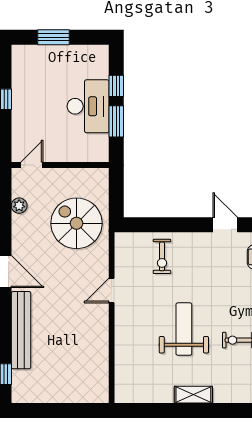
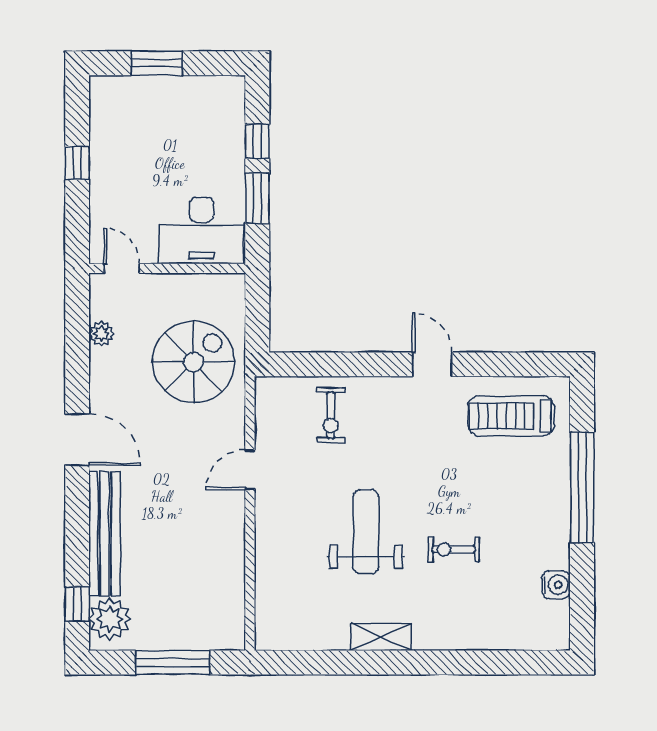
desk: (88, 106) -> (201, 231), moved, turned 90
door: (32, 165) -> (122, 268), hinge flipped
spiral stairs: (77, 223) -> (194, 362), turned 90
plant: (24, 383) -> (110, 619), added
window: (64, 411) -> (173, 663), added

